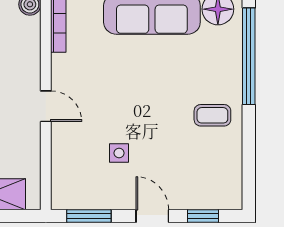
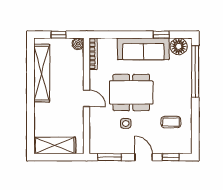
dining table: (129, 95) -> (131, 92), added
coffee table: (212, 115) -> (171, 122), moved

